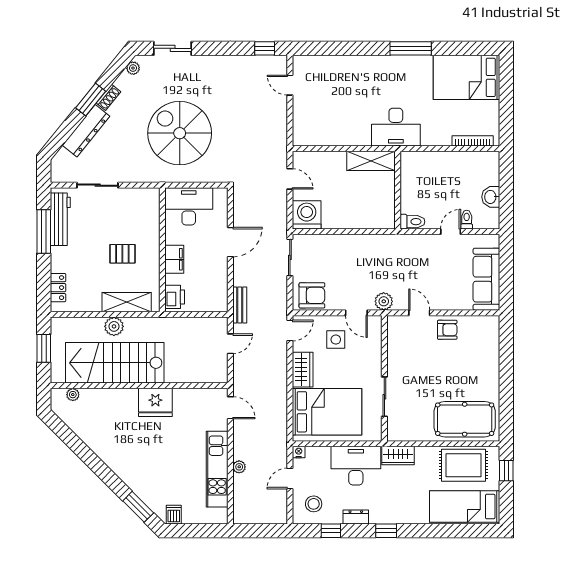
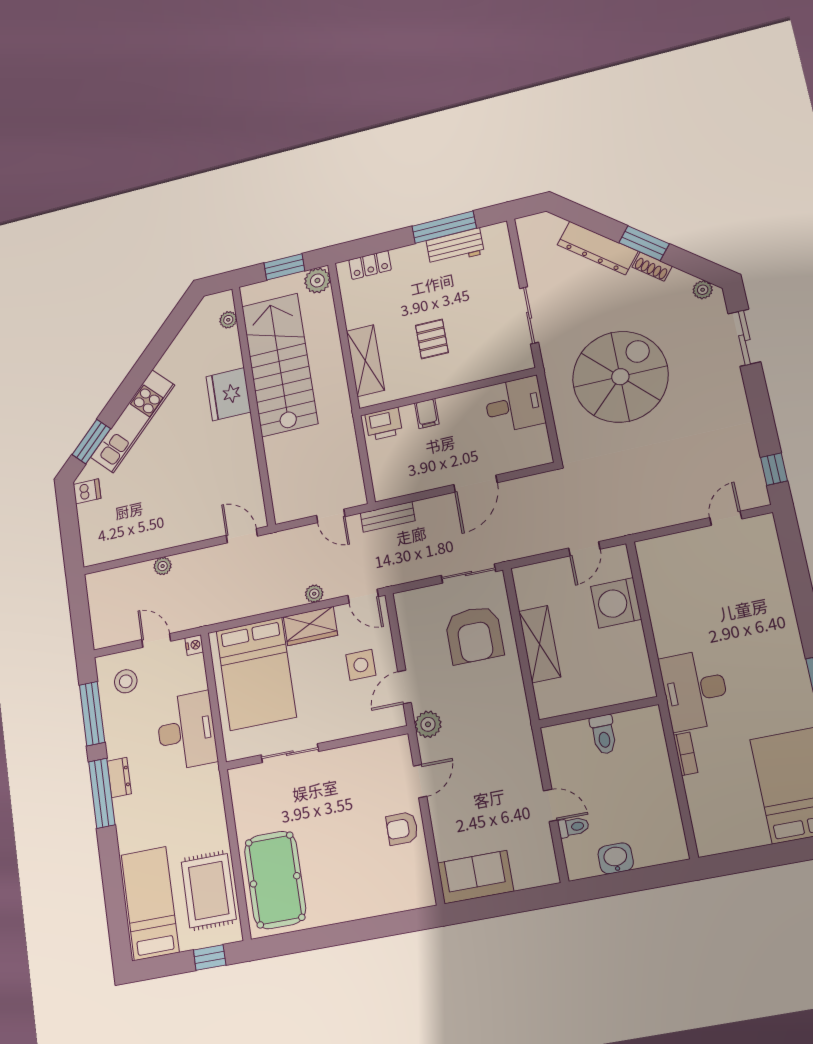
bookcase: (473, 141) -> (686, 754), moved, width x0.64
shelving: (371, 161) -> (540, 644), moved
sliding door: (98, 185) -> (529, 315), moved
desk: (189, 206) -> (514, 405), width x0.73
washing machine: (307, 215) -> (616, 603), moved, turned 180
workbench: (60, 219) -> (455, 247), width x0.73
toilet: (412, 222) -> (603, 734), moved
door: (230, 242) -> (475, 484), hinge flipped
filing cabinet: (174, 259) -> (427, 414), width x0.50
sofa: (486, 279) -> (476, 877), width x0.73
armchair: (312, 295) -> (474, 635), moved, width x1.36, depth x1.36
plant: (114, 326) -> (317, 280), moved
armchair: (447, 330) -> (402, 828), turned 90
plant: (281, 364) -> (314, 594), added
fridge: (155, 402) -> (228, 394), moved
door: (230, 408) -> (242, 536), swing flipped
wardrobe: (398, 456) -> (209, 790), removed
kitchen unit: (217, 469) -> (133, 421), moved, turned 135
dresser: (356, 517) -> (119, 777), moved
window: (331, 531) -> (92, 714), width x2.17
window: (386, 531) -> (102, 793), width x2.17

